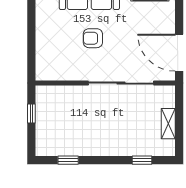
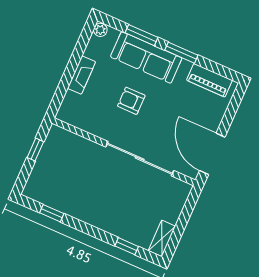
fireplace: (42, 35) -> (81, 75), added
shelving: (168, 124) -> (162, 238), moved

